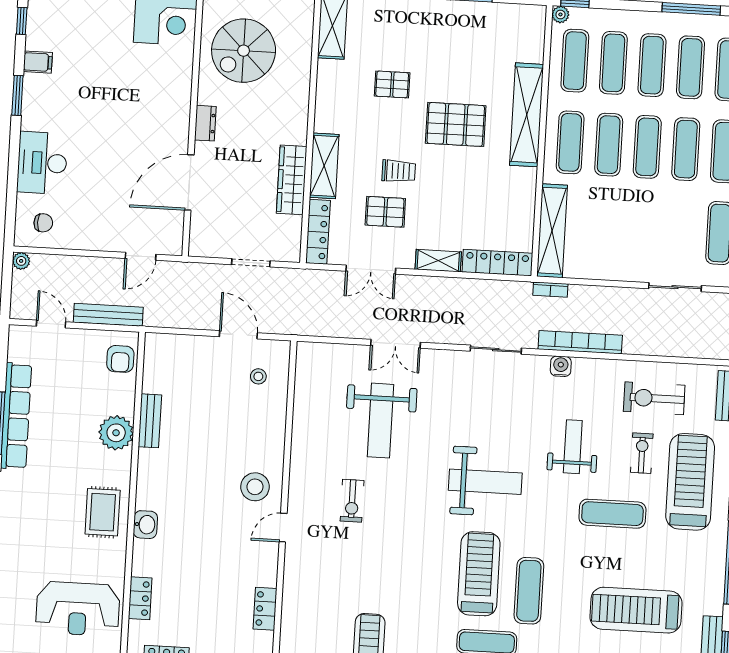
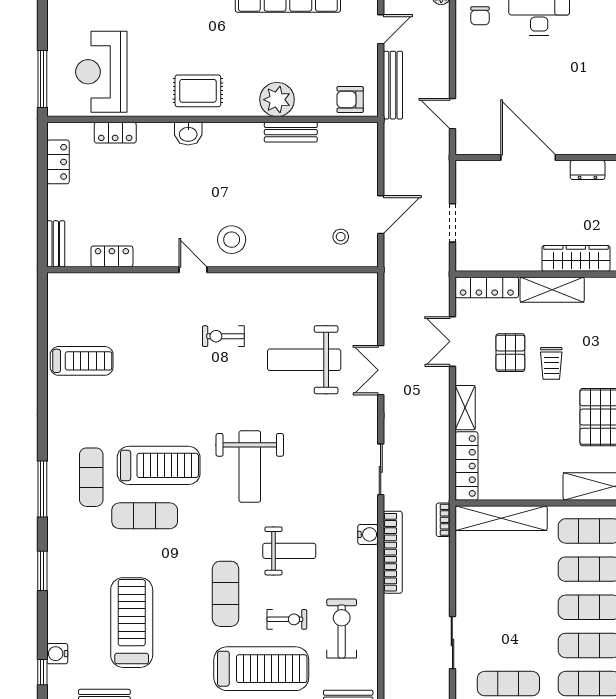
wardrobe: (292, 180) -> (576, 258), moved

